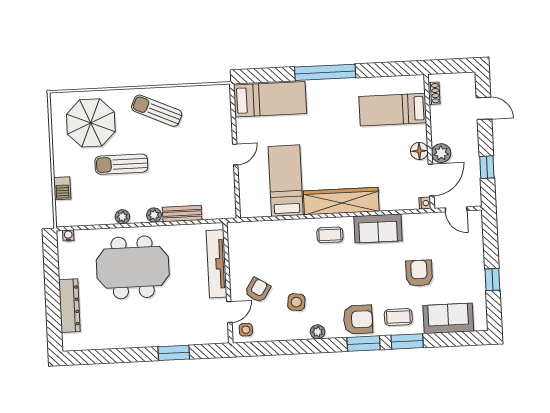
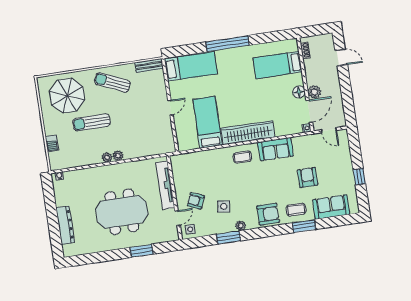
window: (487, 167) -> (347, 98), removed
bench: (182, 214) -> (149, 66), moved
plant: (122, 217) -> (107, 157), moved
meeting table: (133, 267) -> (122, 212), moved
armchair: (258, 290) -> (196, 201), turned -99
window: (364, 344) -> (228, 238), moved

